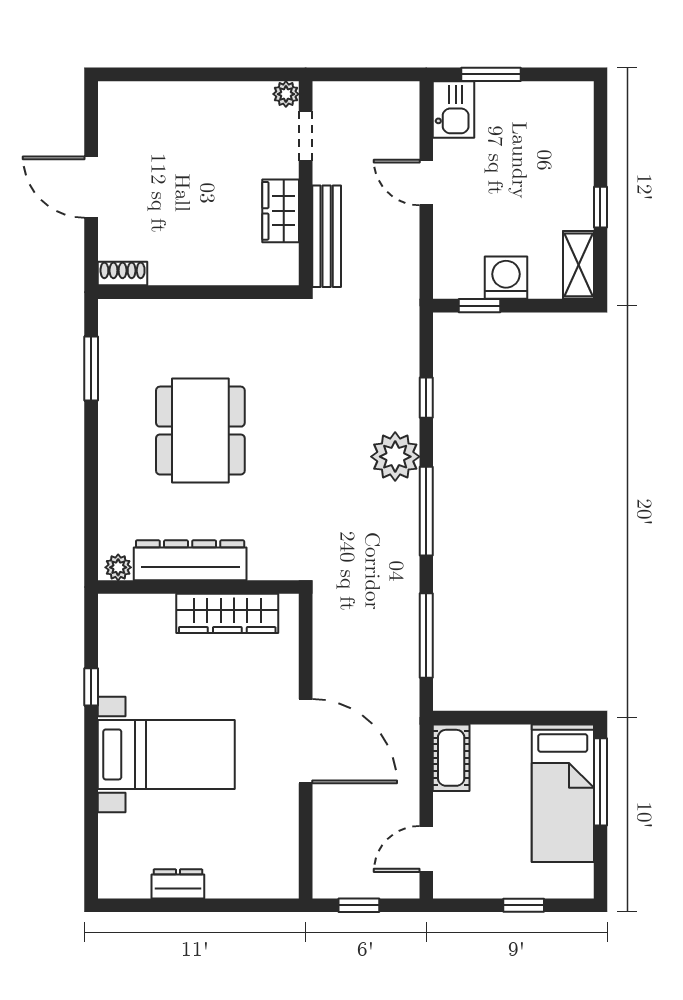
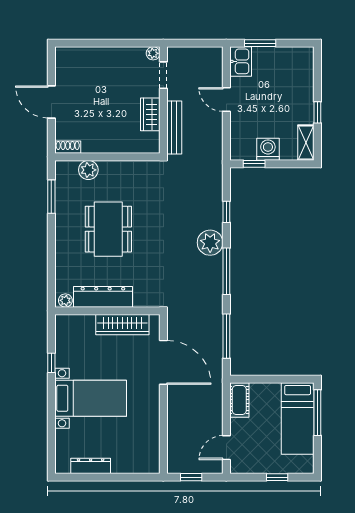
plant: (162, 317) -> (88, 170), added
door: (306, 741) -> (163, 362), moved
dresser: (178, 884) -> (91, 466), width x1.44

